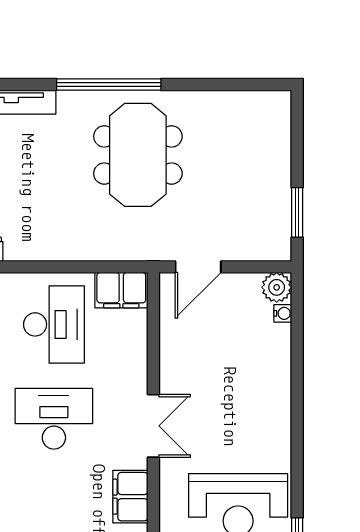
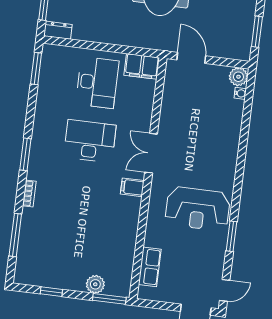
door: (198, 267) -> (191, 58), swing flipped
double door: (153, 426) -> (151, 153), swing flipped
filing cabinet: (130, 497) -> (132, 187), width x0.50

